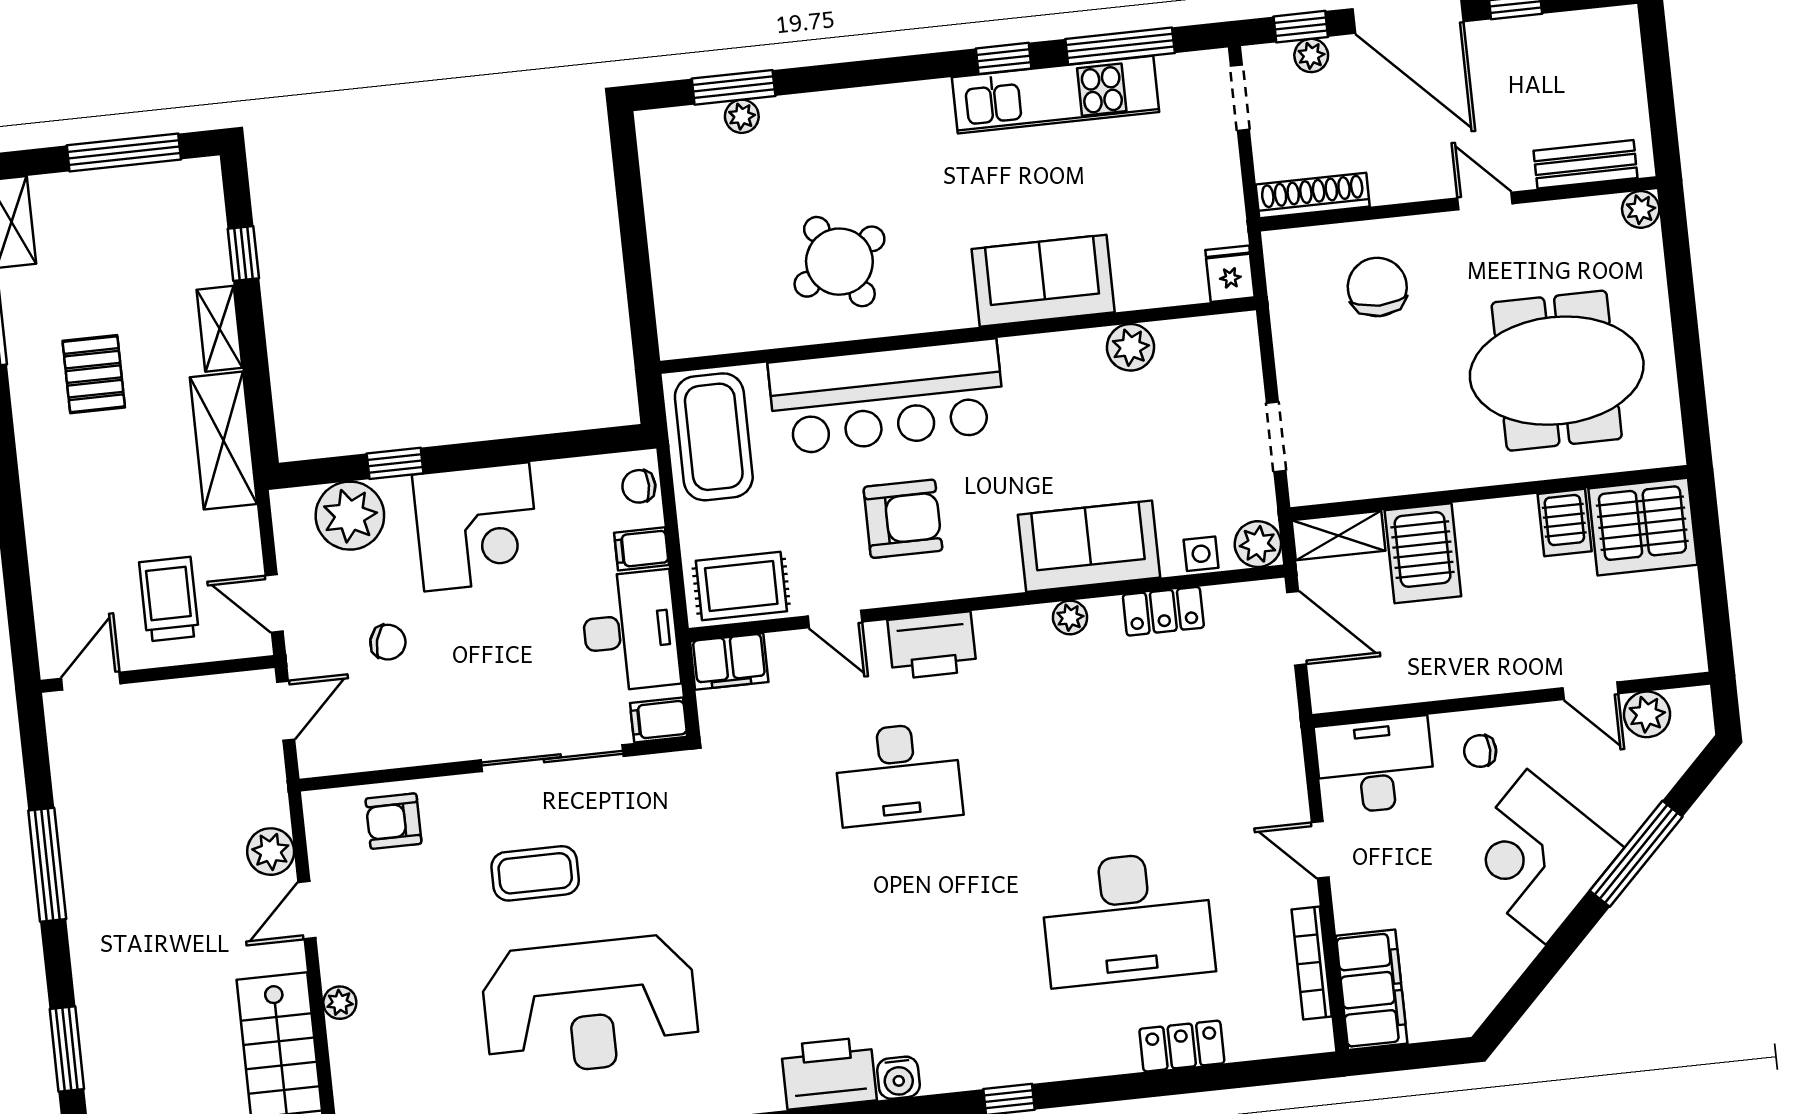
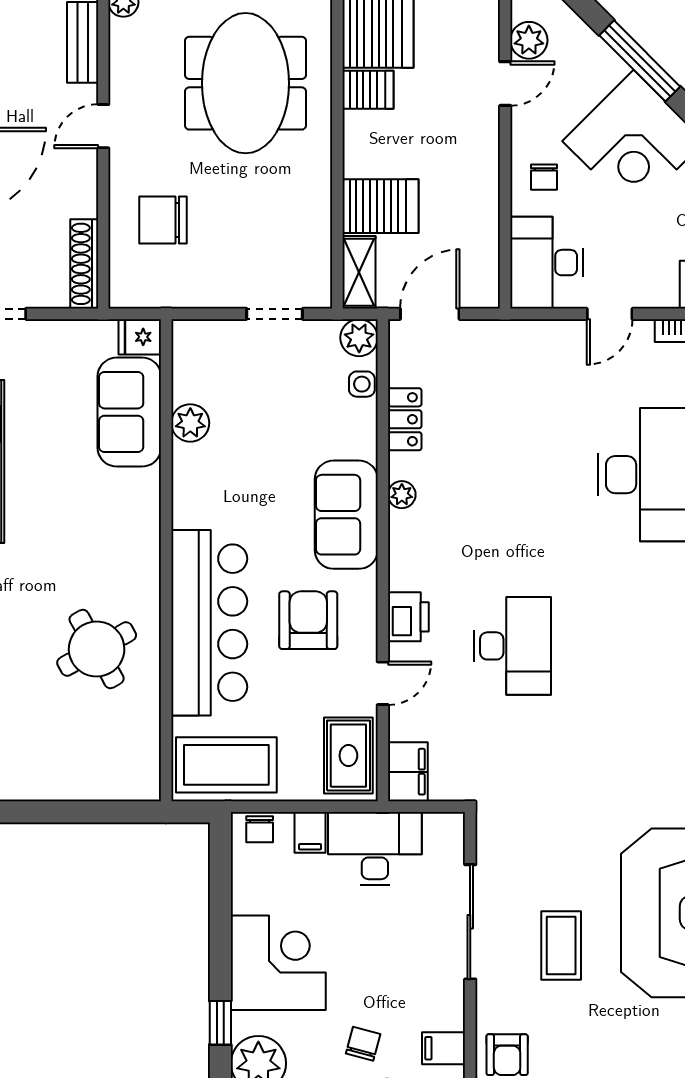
sofa: (1043, 281) -> (129, 412), moved
sofa: (1089, 546) -> (346, 515), moved
printer: (932, 645) -> (408, 617), width x0.73, depth x0.84
filing cabinet: (659, 720) -> (444, 1048), moved, turned 90

